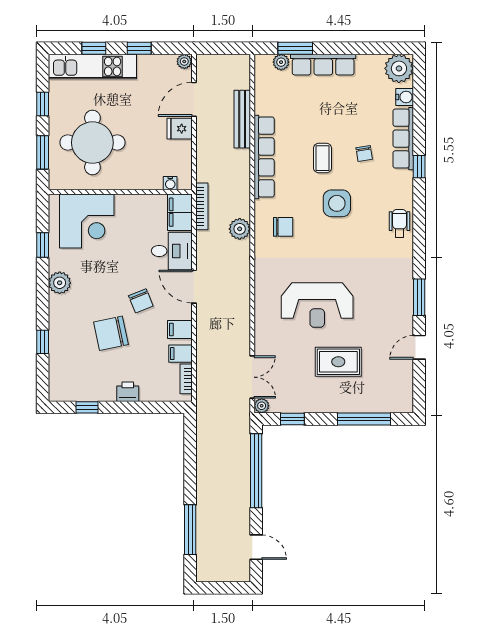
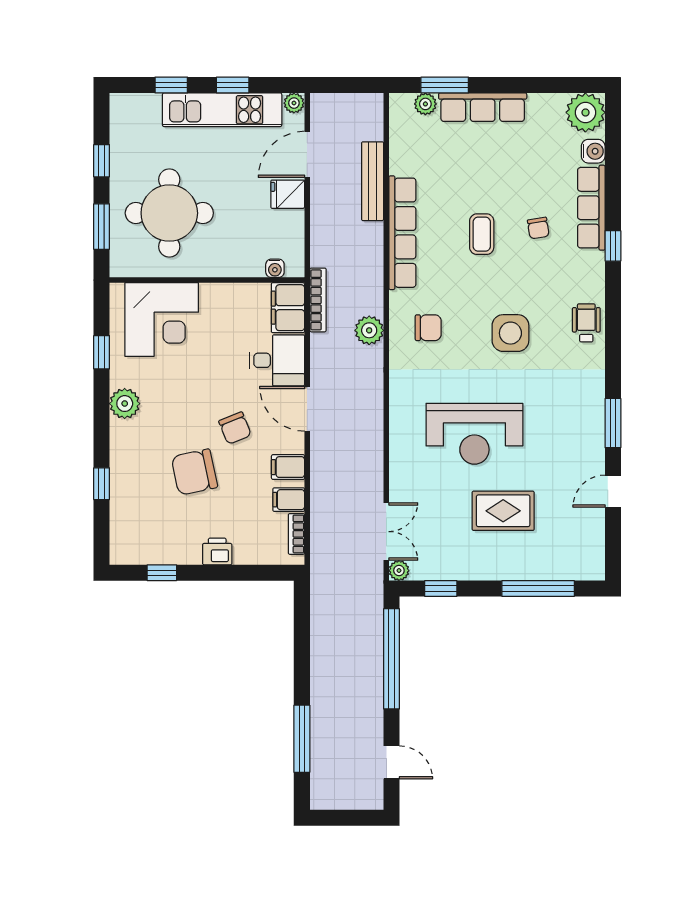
kitchen unit: (92, 66) -> (222, 110), moved
side table: (337, 203) -> (510, 333), moved

